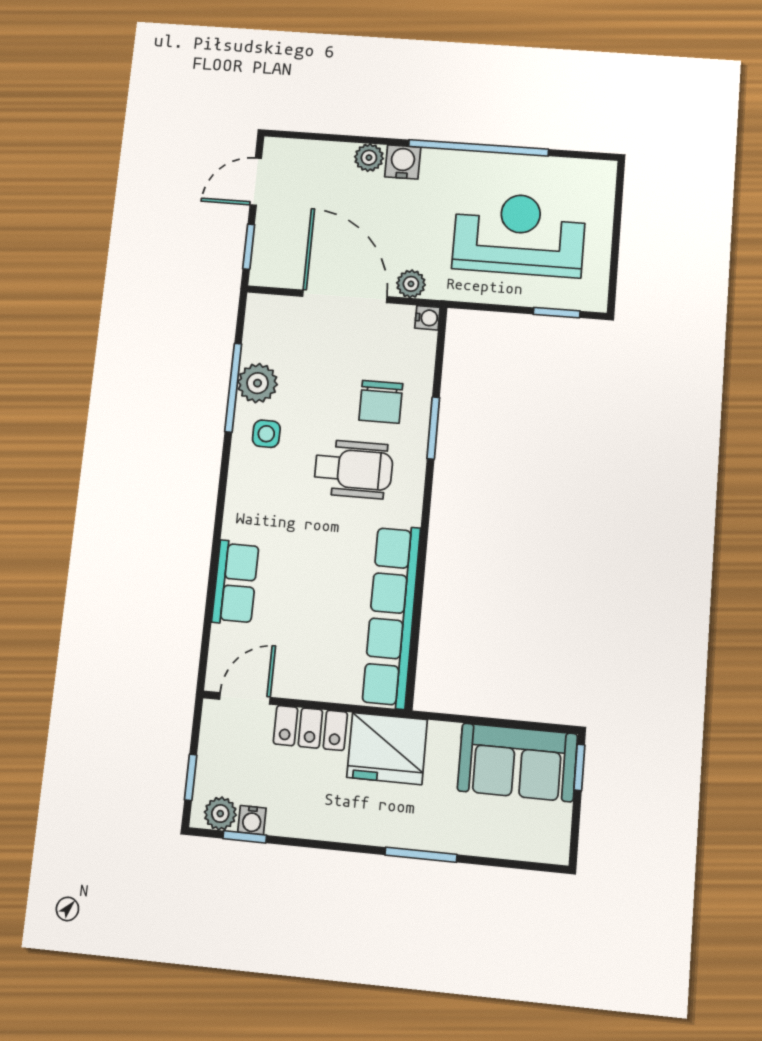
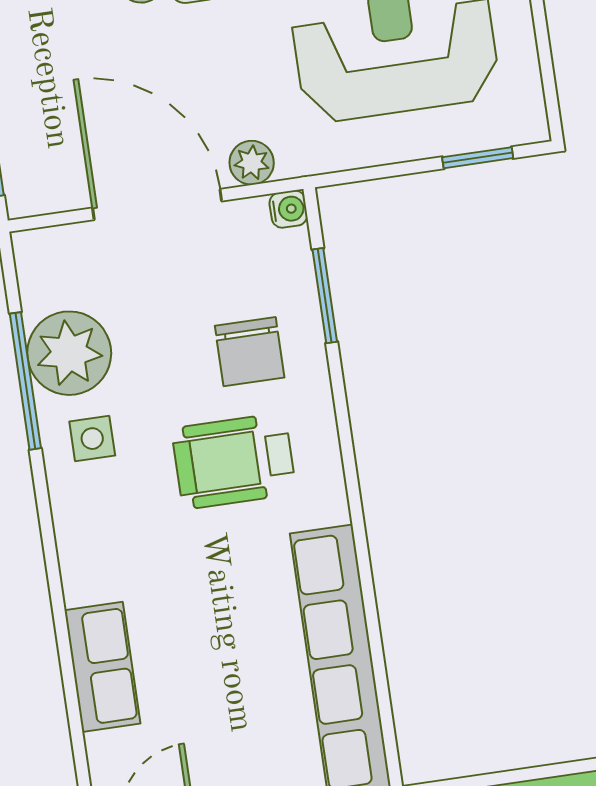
plant: (258, 383) -> (69, 353), width x1.36, depth x1.36
window: (433, 428) -> (325, 296), moved
wheelchair: (354, 469) -> (234, 461), turned 180

